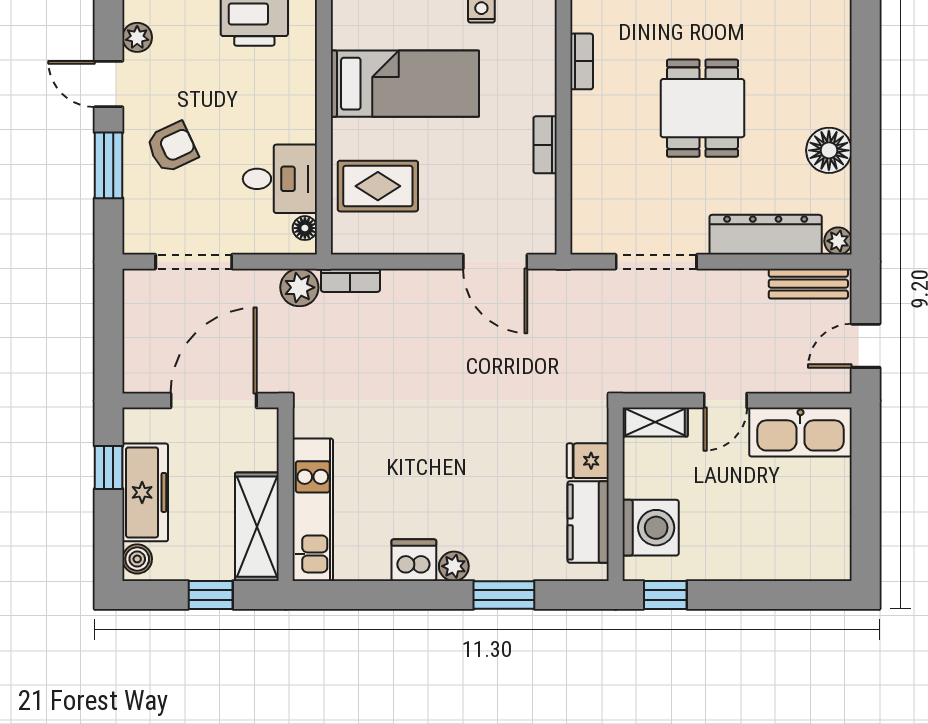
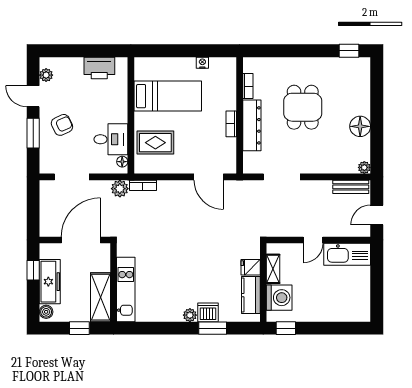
dresser: (766, 235) -> (252, 125), moved, turned 90
shelving: (655, 422) -> (273, 269), moved, turned 90
dishwasher: (414, 560) -> (208, 312), moved

